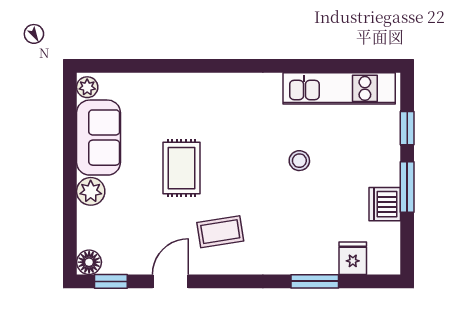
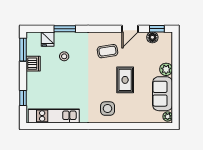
side table: (220, 105) -> (108, 109), added
stool: (299, 161) -> (64, 56), moved
window: (407, 187) -> (23, 50), moved
floor lamp: (89, 262) -> (152, 37), moved

